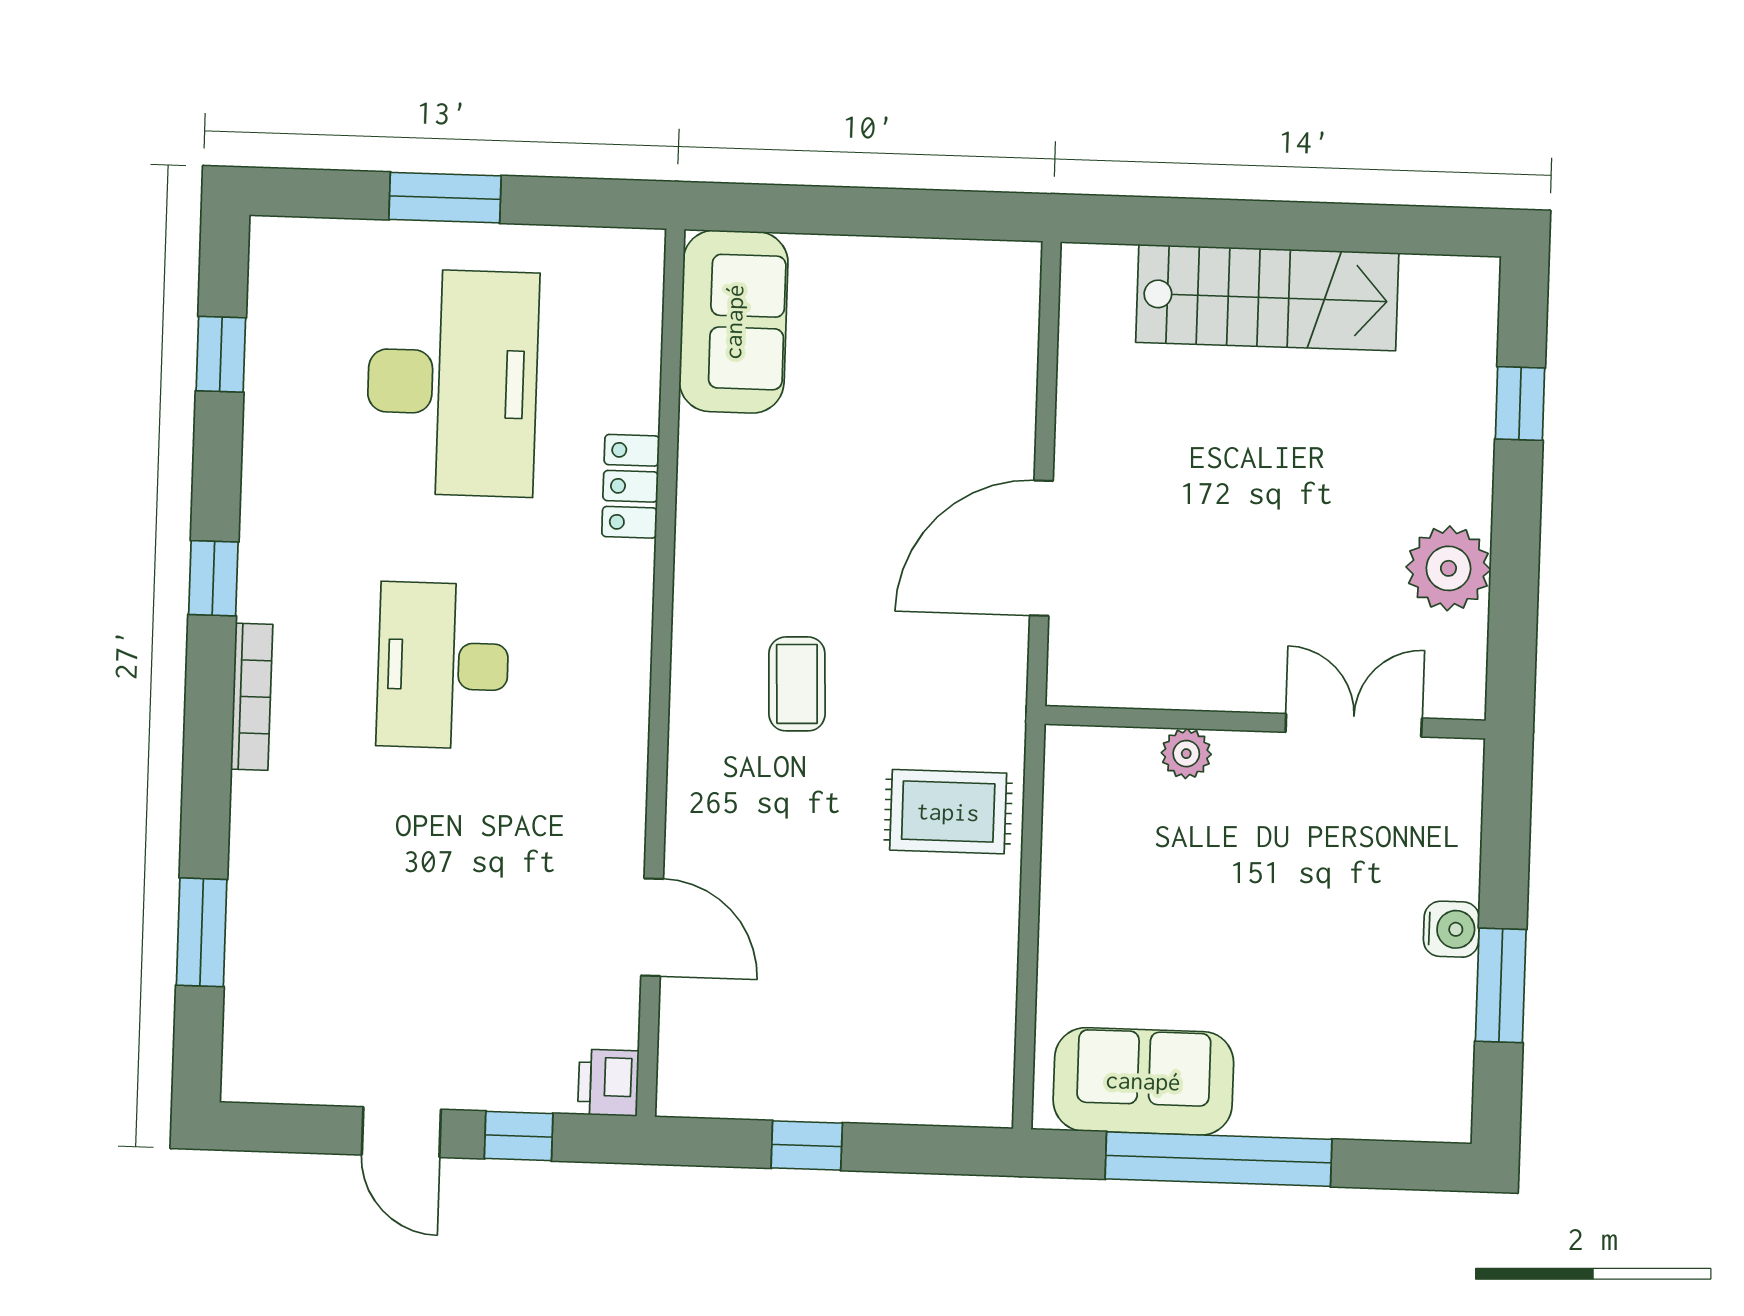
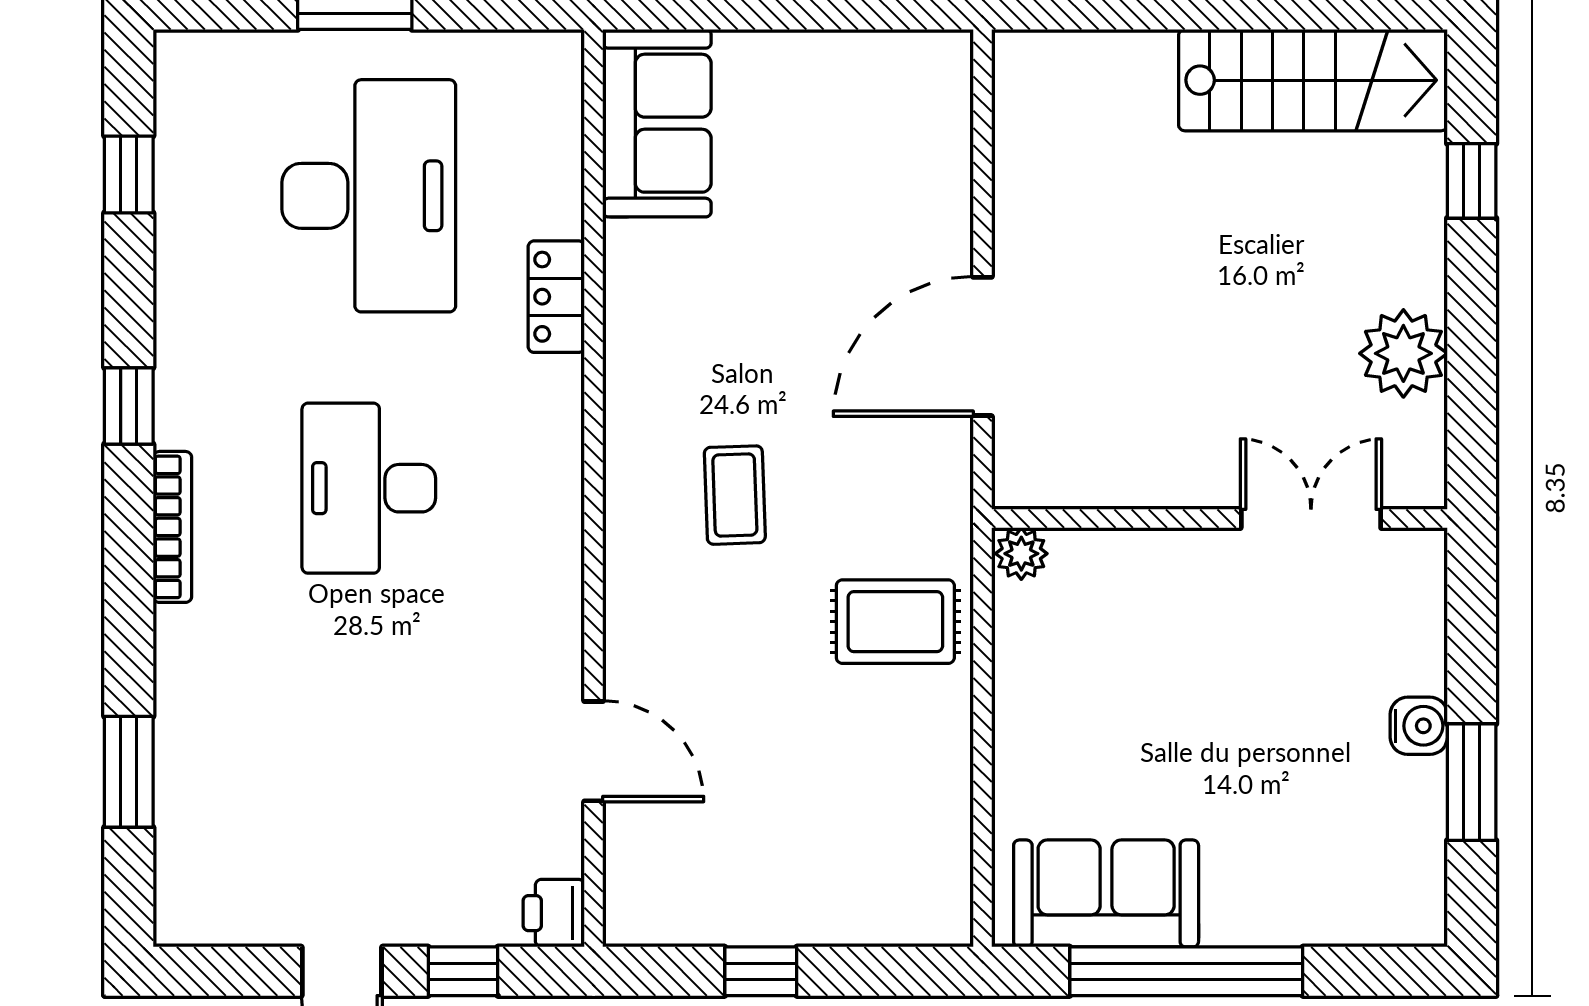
stairs: (1267, 298) -> (1313, 80), moved
plant: (1186, 754) -> (1021, 554), moved

